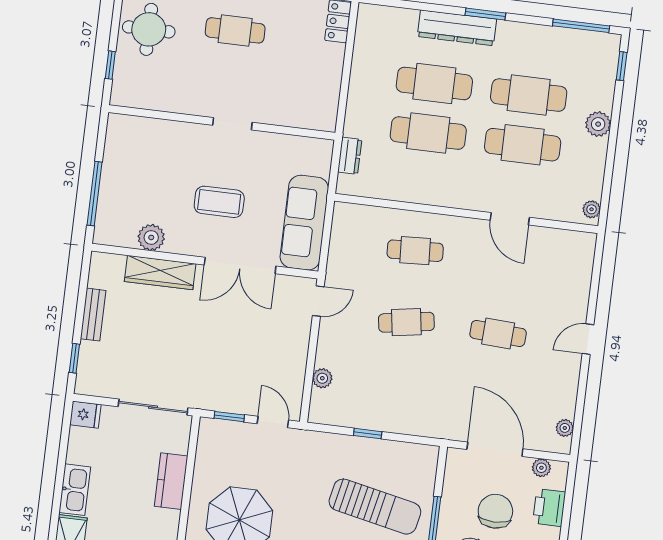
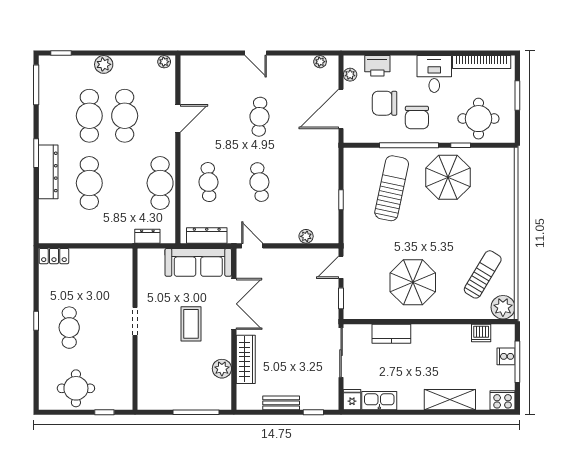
cafe table: (428, 133) -> (160, 183), moved
dresser: (341, 239) -> (207, 235), added
kitchen sink: (75, 490) -> (379, 401), moved

